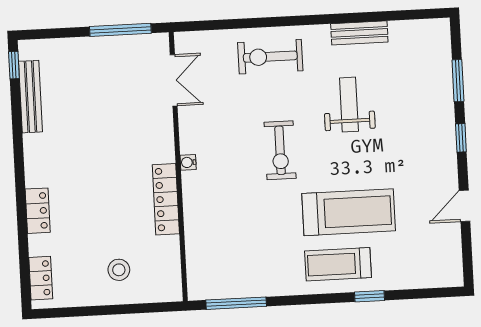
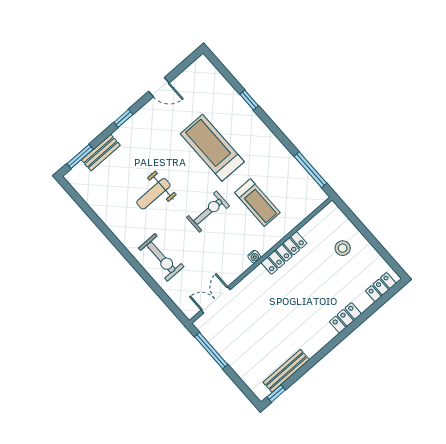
bench: (359, 33) -> (101, 153), moved, turned 90
window: (458, 81) -> (80, 156), moved
treadmill: (338, 264) -> (257, 203), moved

